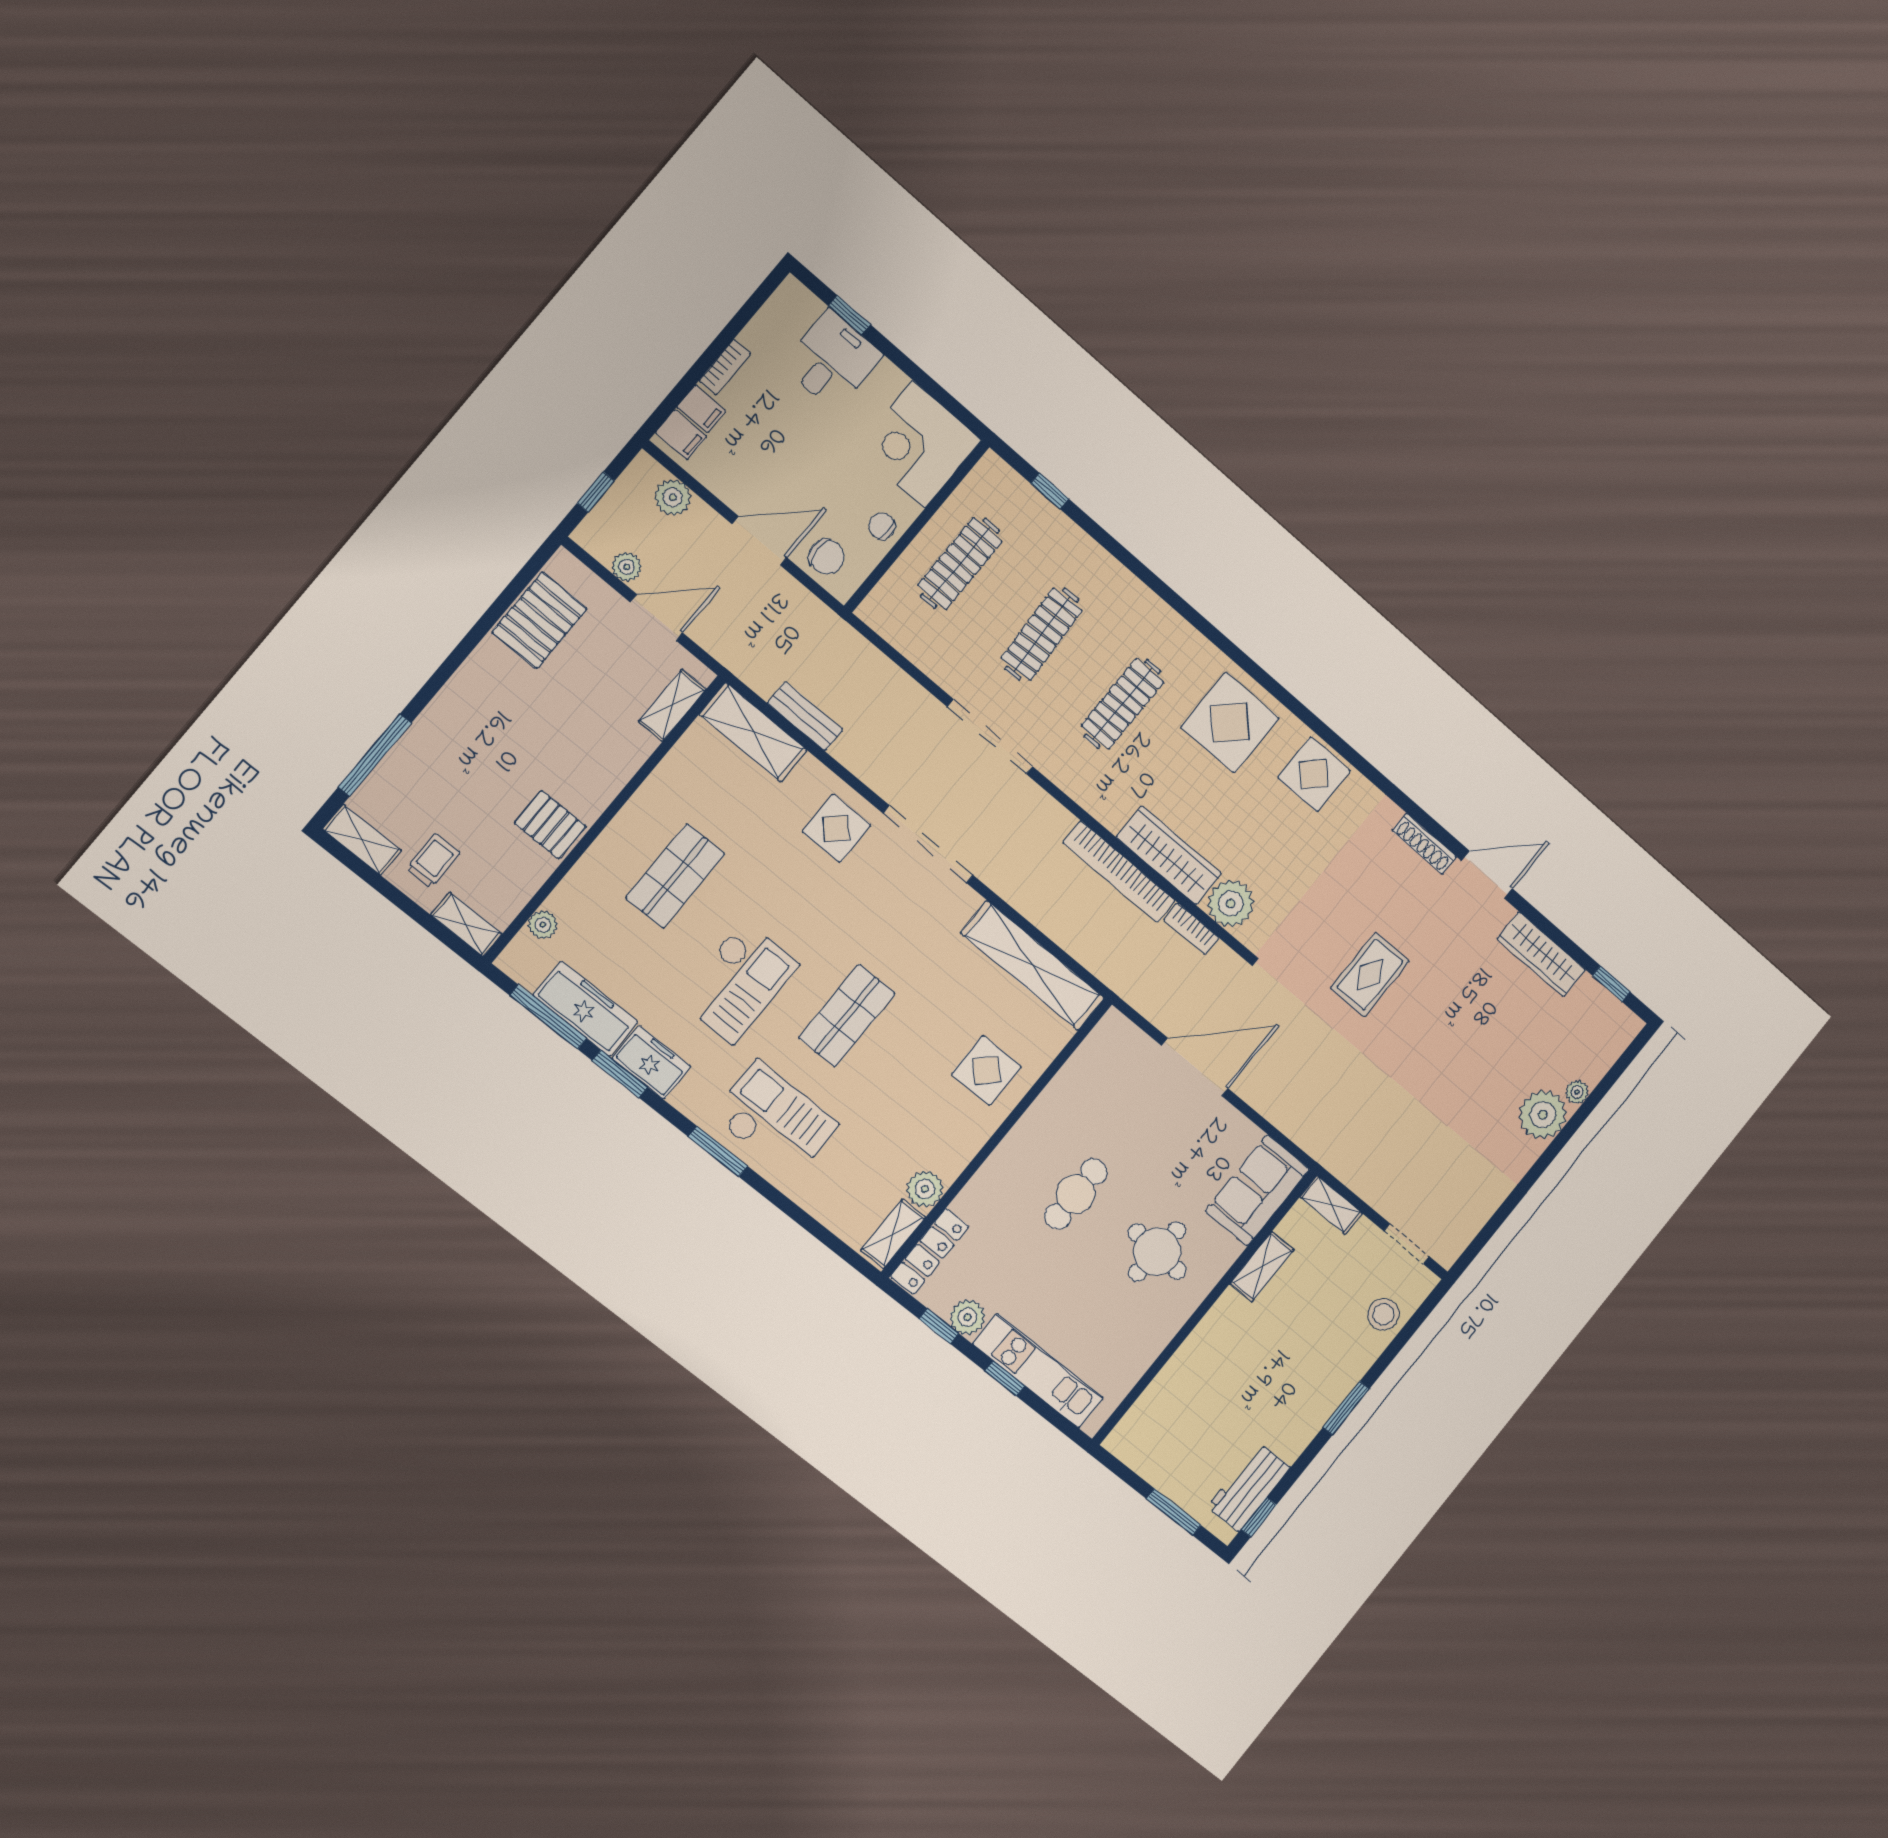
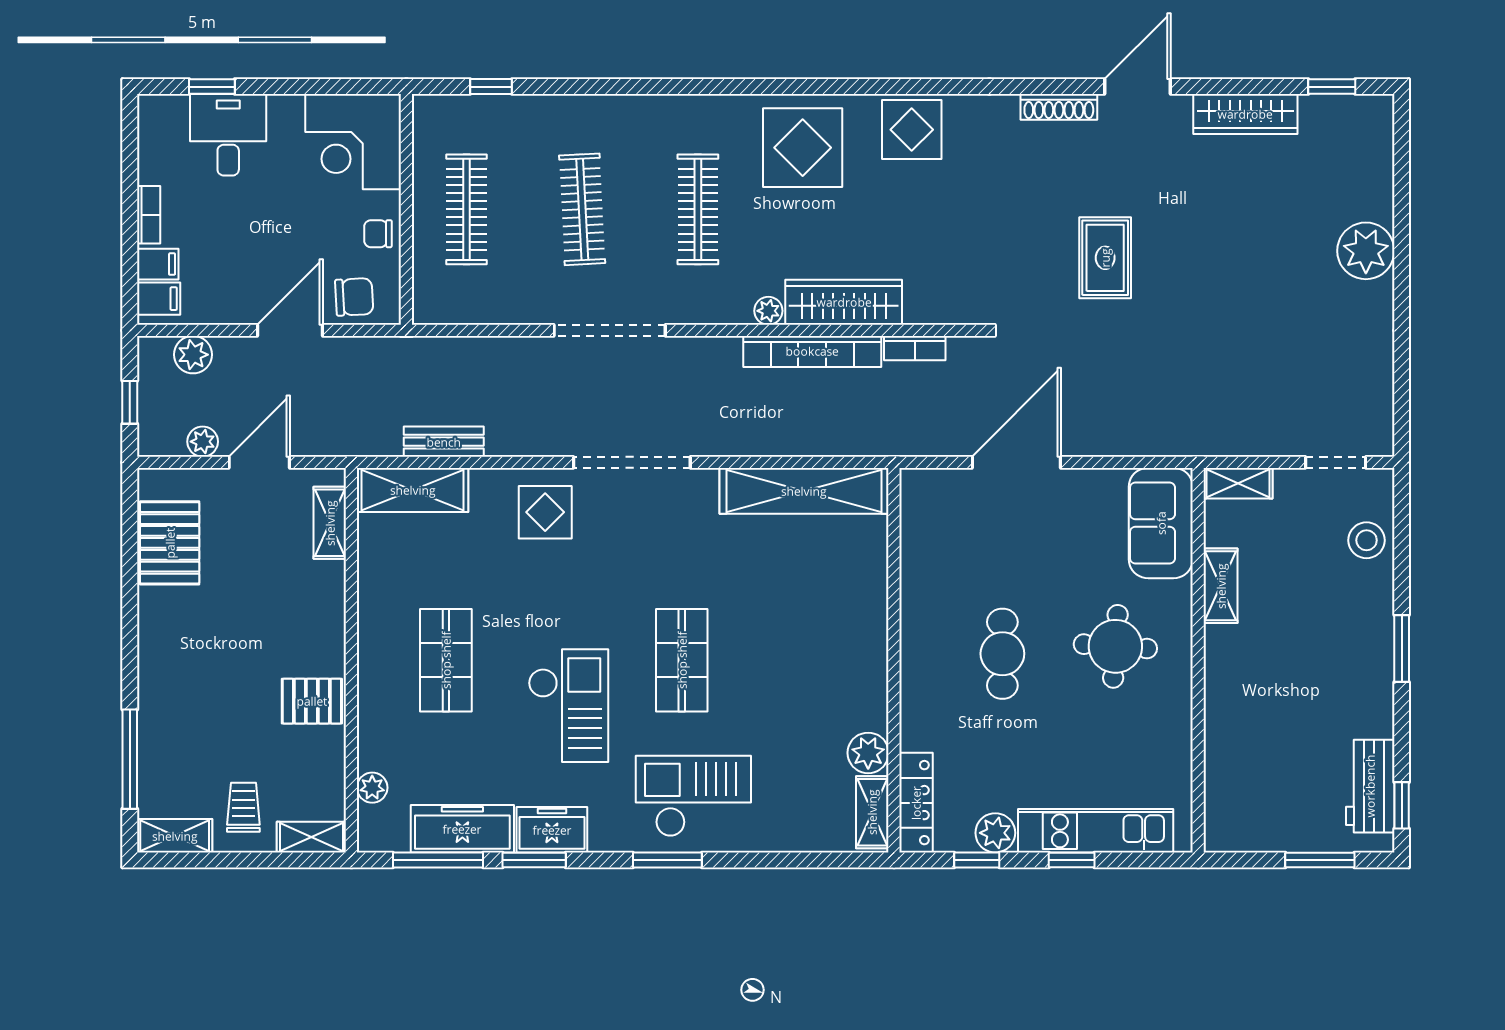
plant: (1231, 904) -> (768, 311), moved, width x0.53, depth x0.53
display table: (986, 1070) -> (838, 611), removed
plant: (1577, 1092) -> (1381, 206), removed

